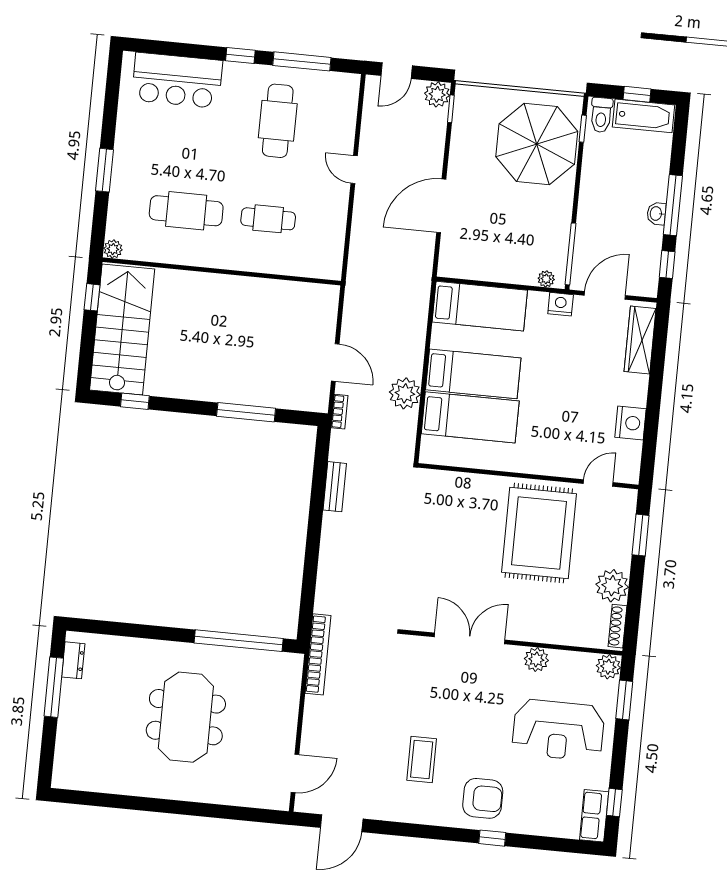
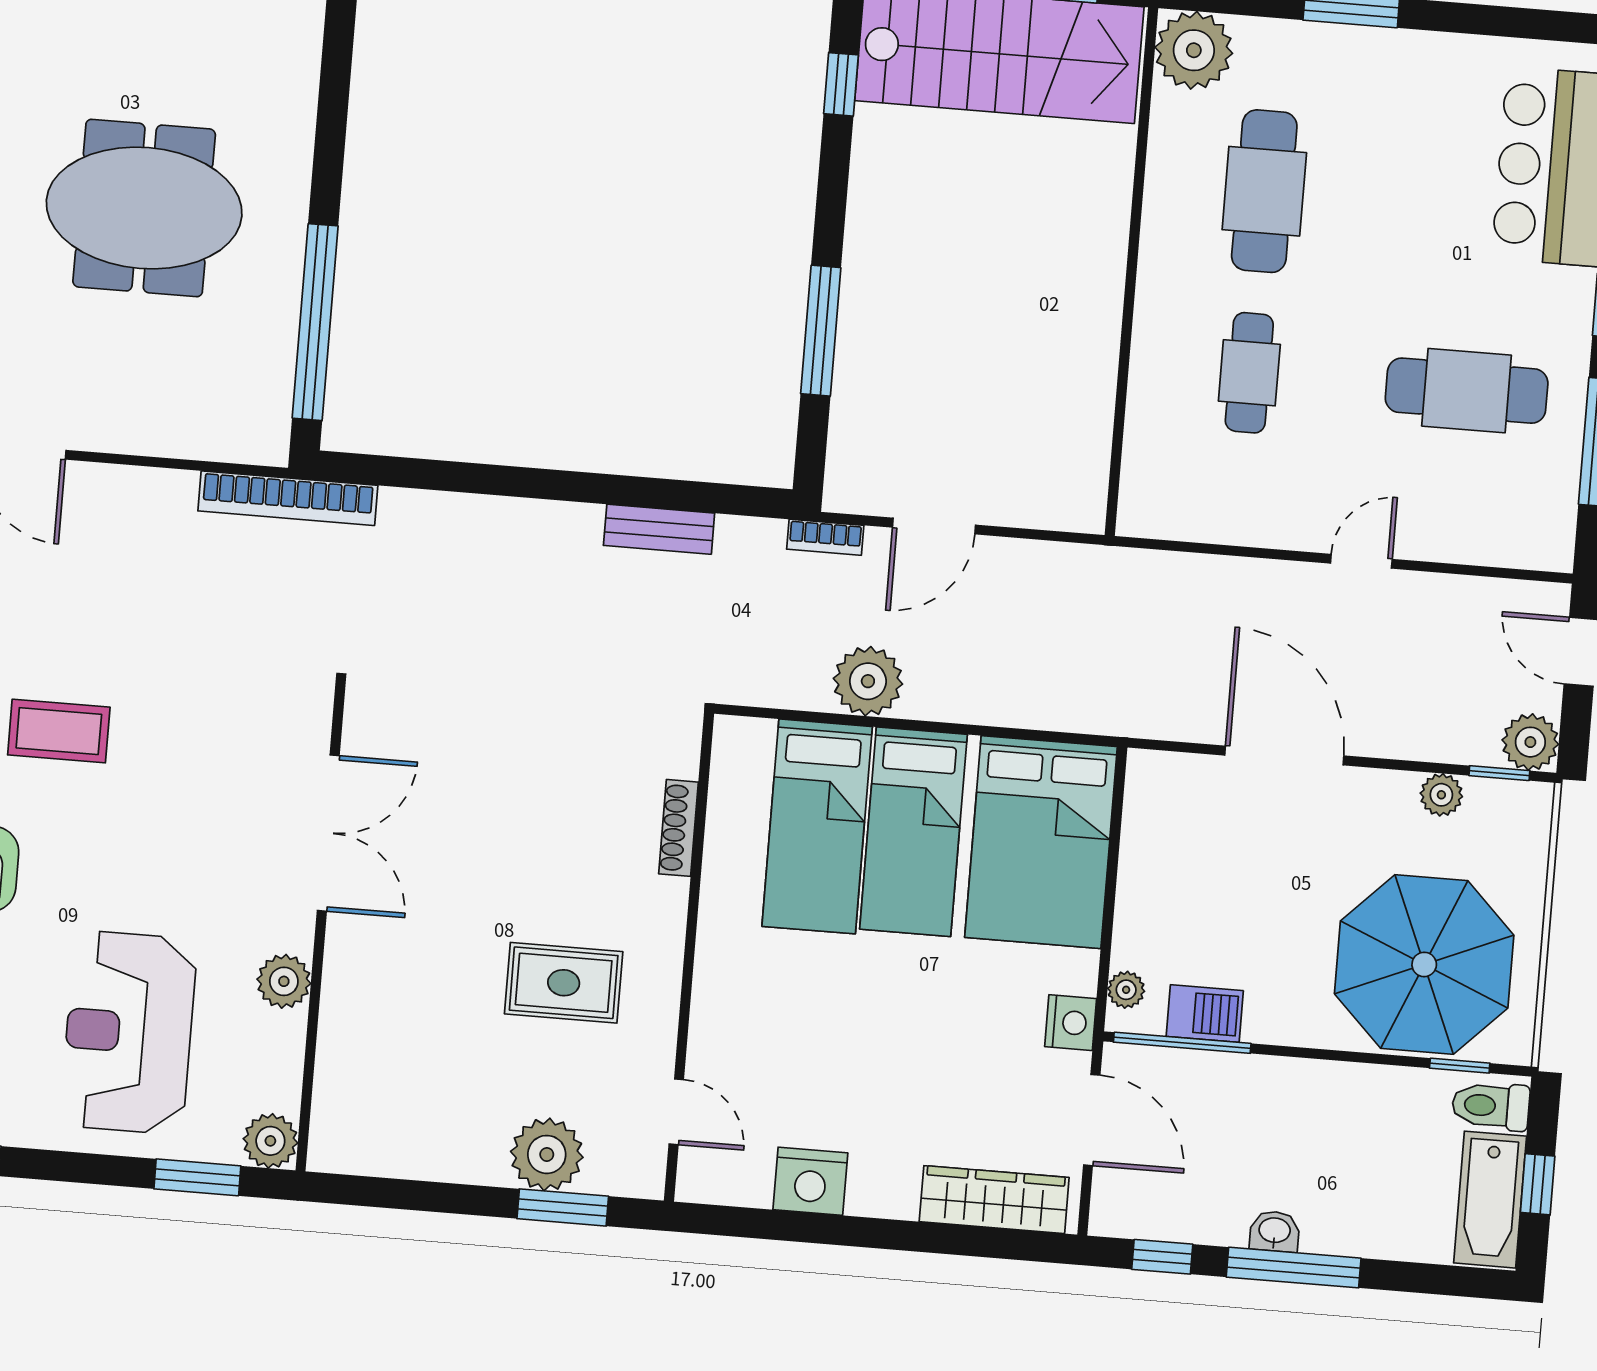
plant: (460, 135) -> (1441, 795), added
barbecue: (557, 244) -> (1205, 1014), added
plant: (113, 249) -> (1194, 50), width x1.87, depth x1.87
bed: (480, 306) -> (1041, 842), width x1.50
rug: (539, 533) -> (564, 983), width x0.54, depth x0.49
plant: (612, 586) -> (547, 1154), moved
shoe rack: (617, 626) -> (678, 828), moved, turned -90

